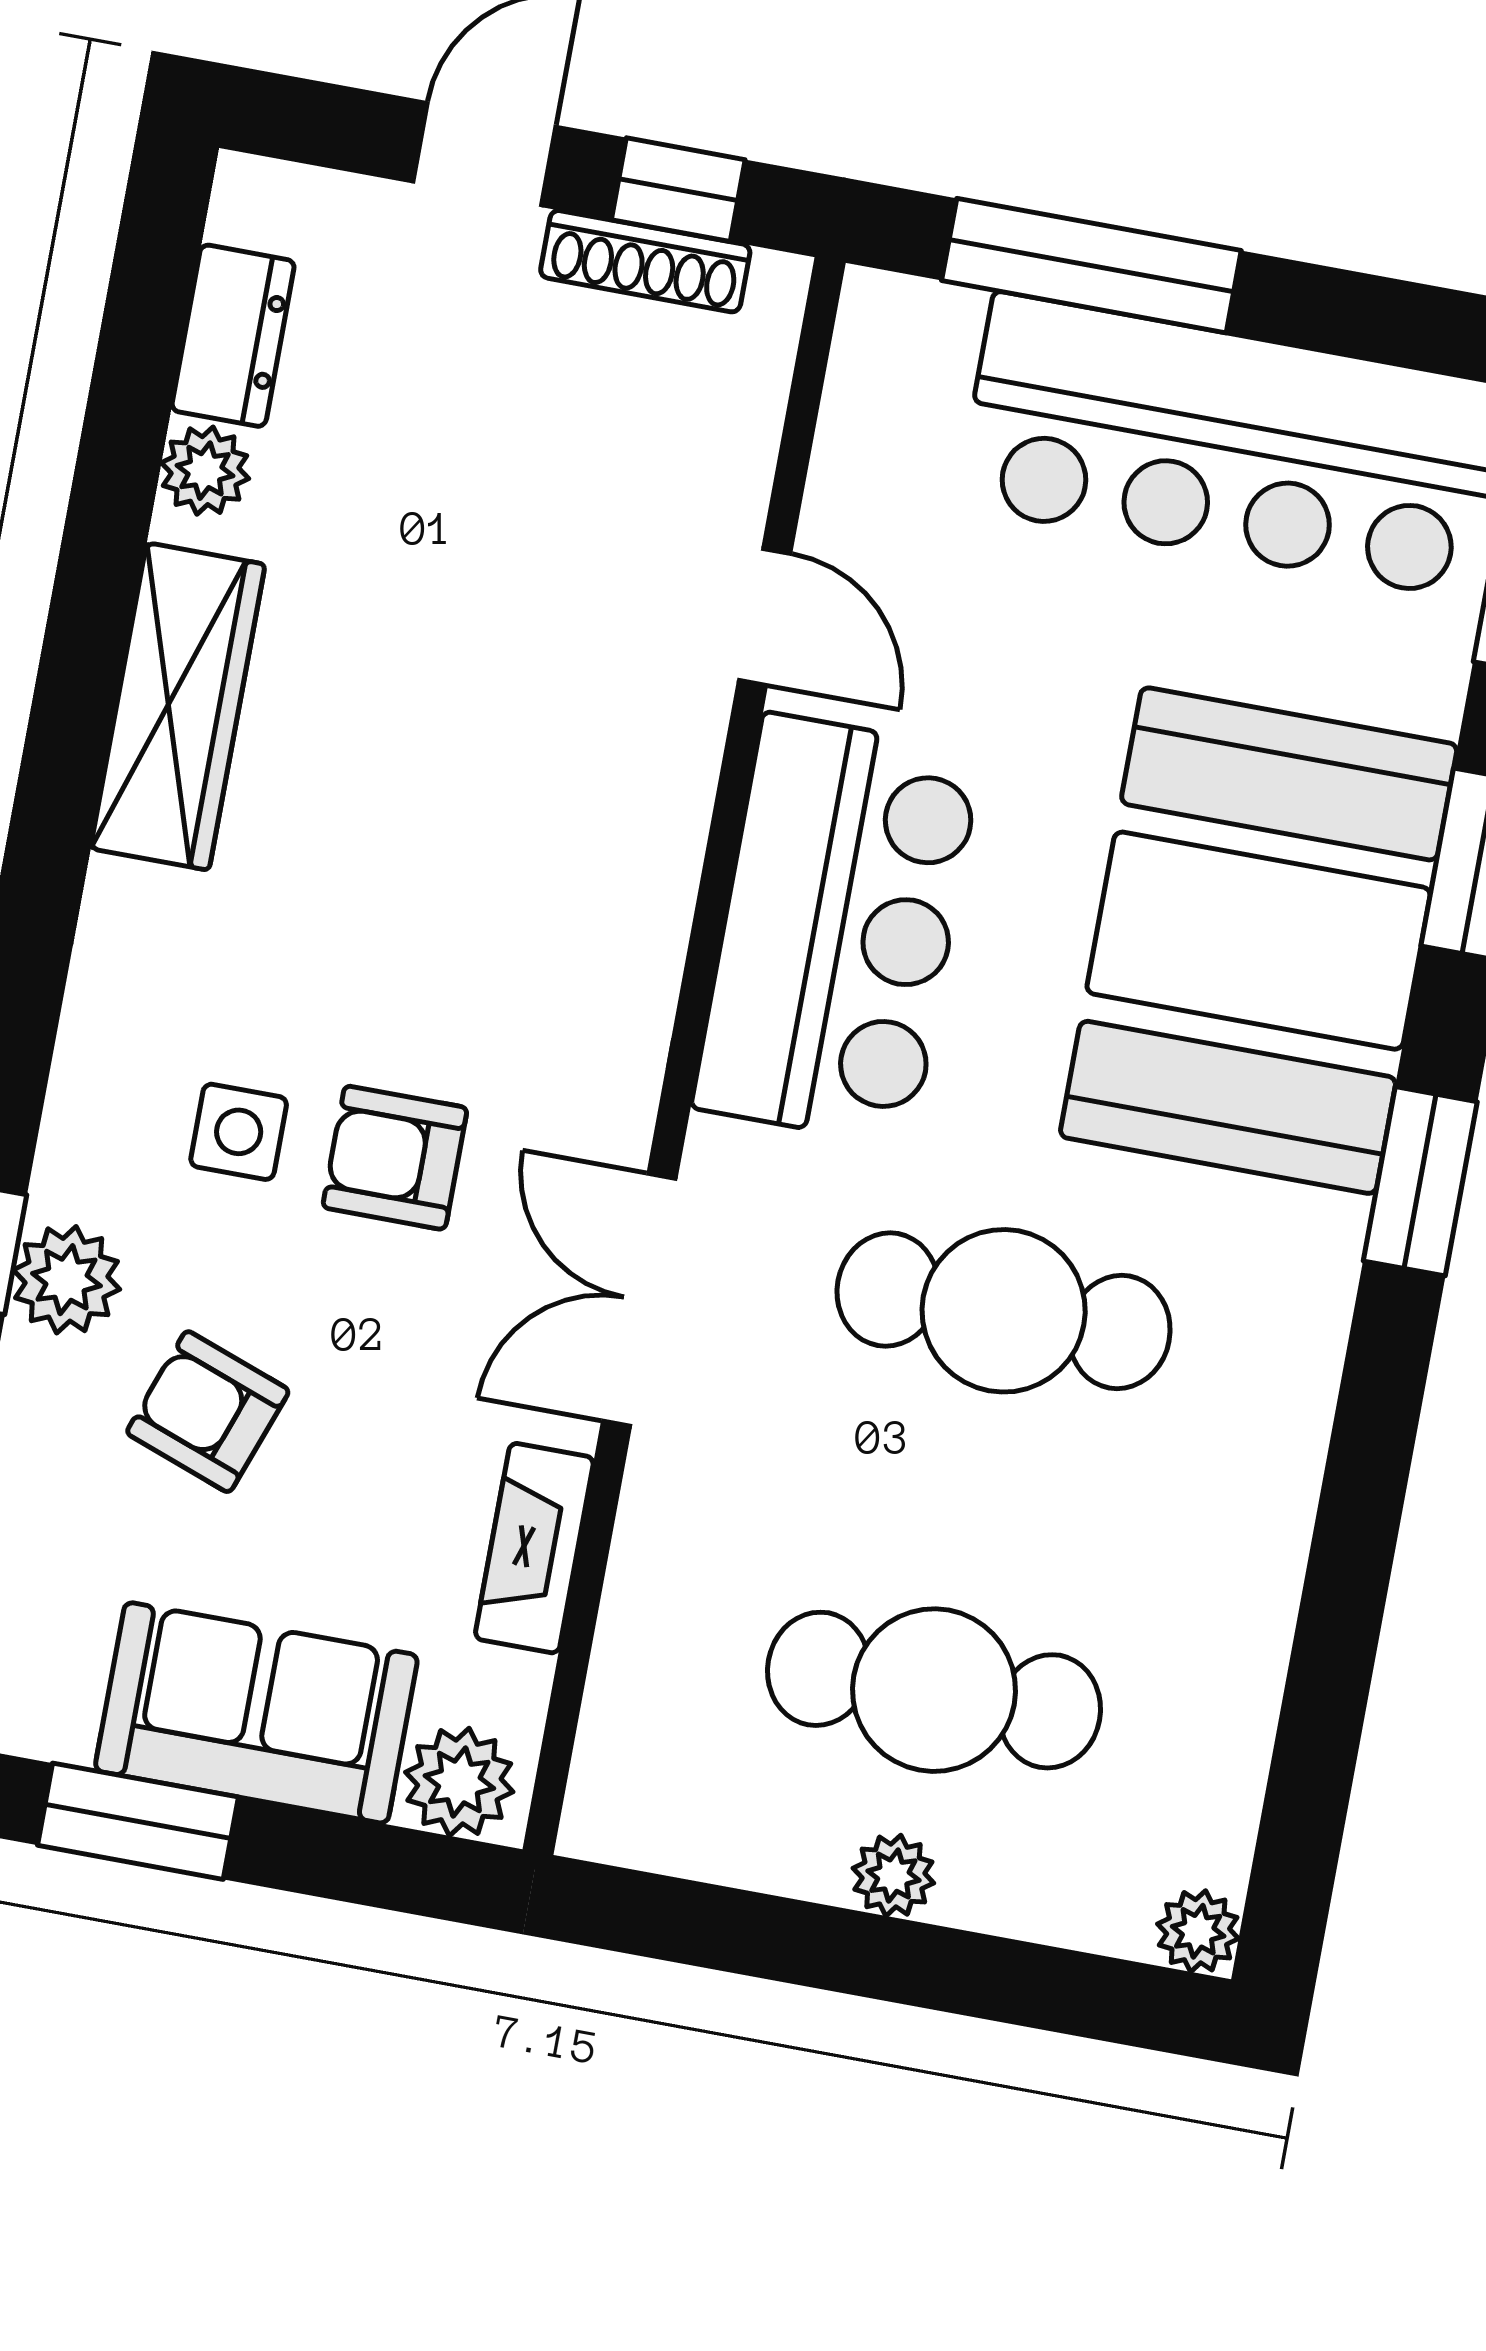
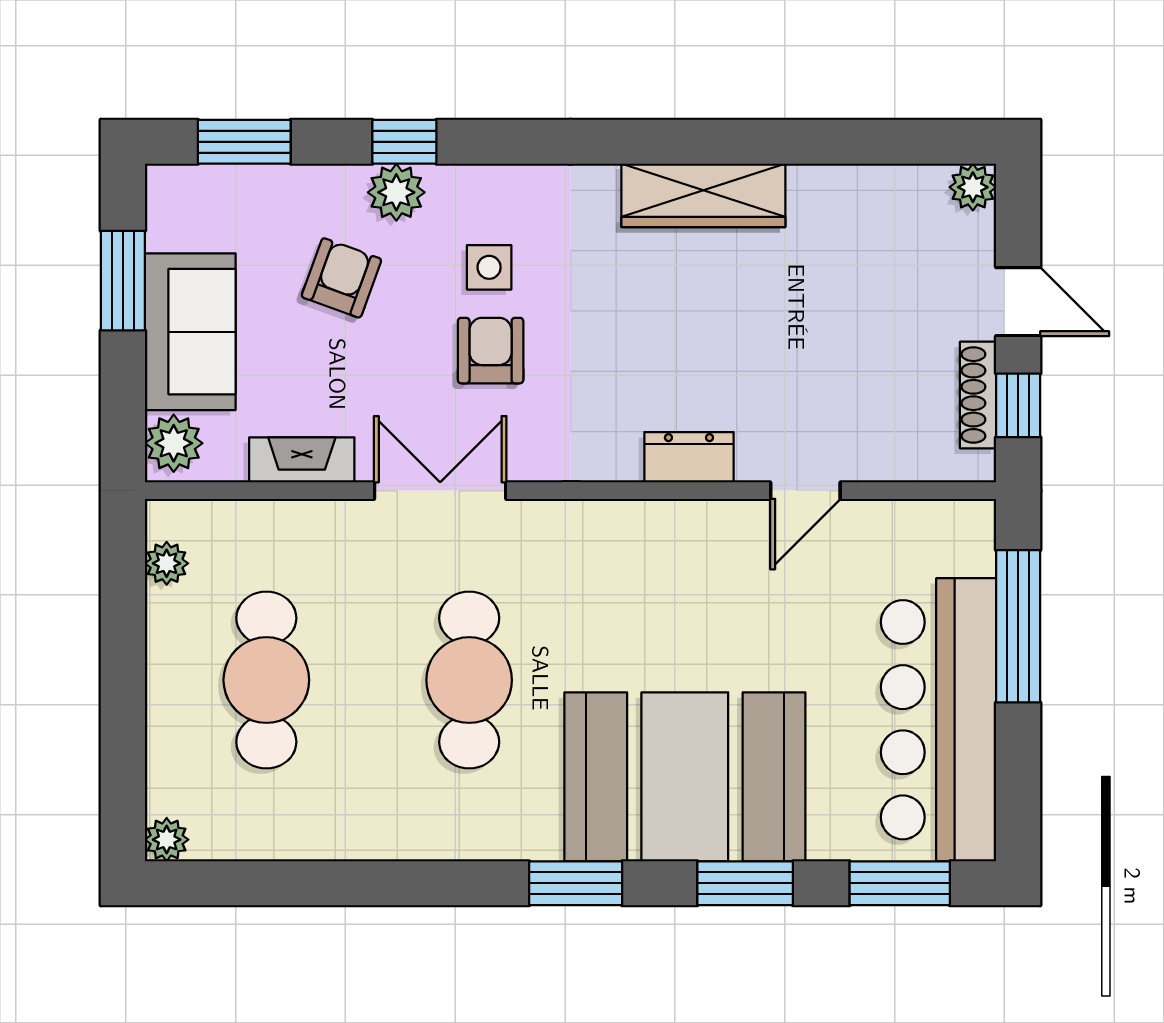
dresser: (233, 336) -> (689, 457), moved, turned 180
plant: (205, 471) -> (973, 187), moved
bar counter: (837, 930) -> (651, 558), removed
plant: (893, 1876) -> (167, 563), moved

